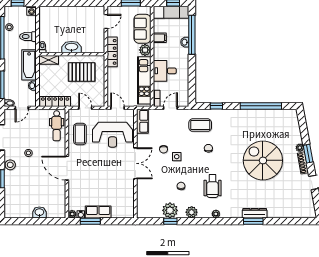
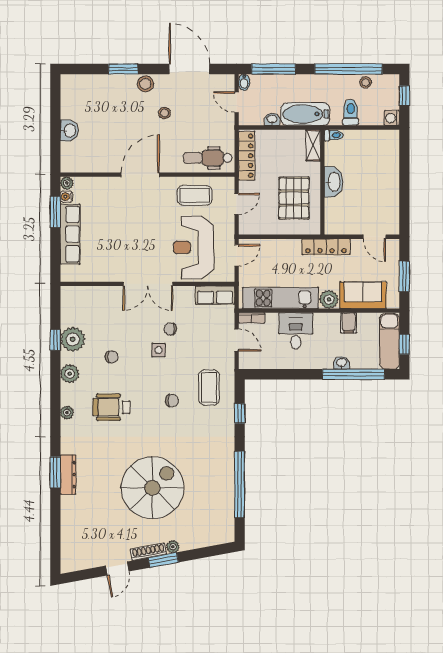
row of seats: (98, 212) -> (70, 234), width x1.48

